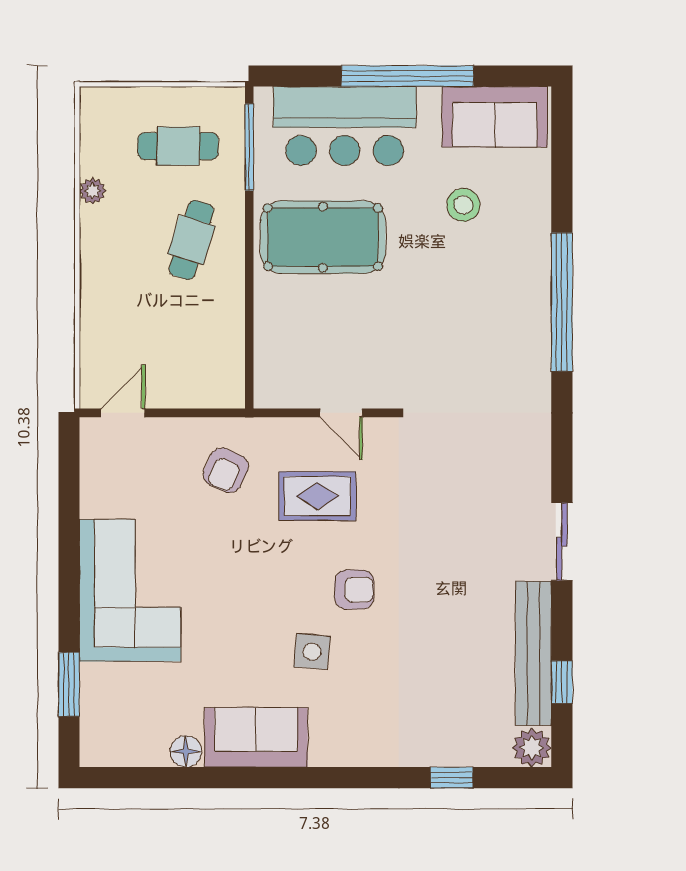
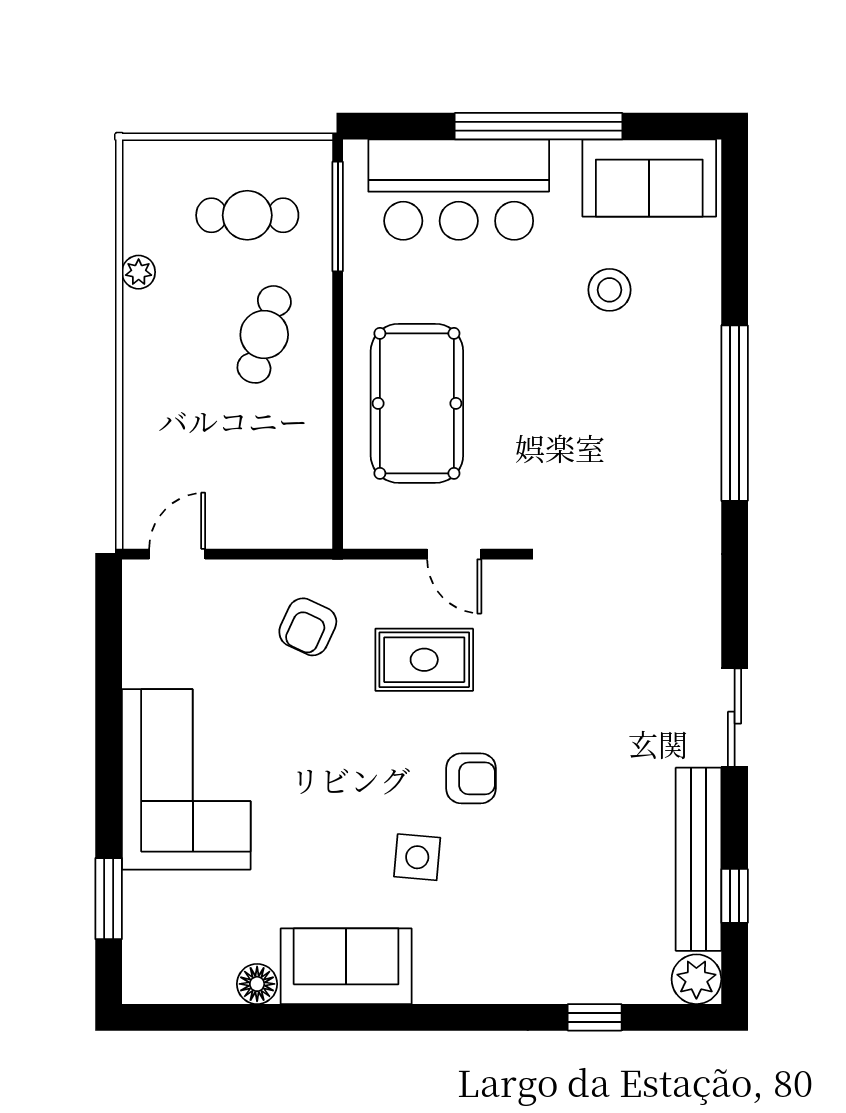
pool table: (323, 237) -> (417, 403), moved, turned 90

